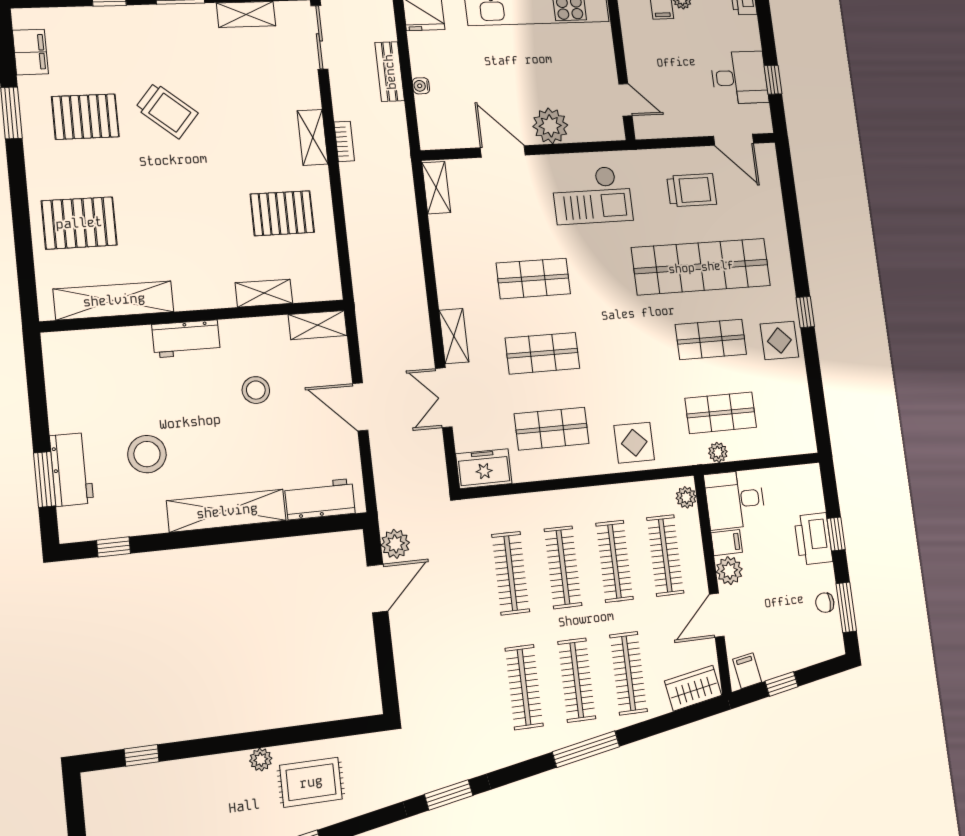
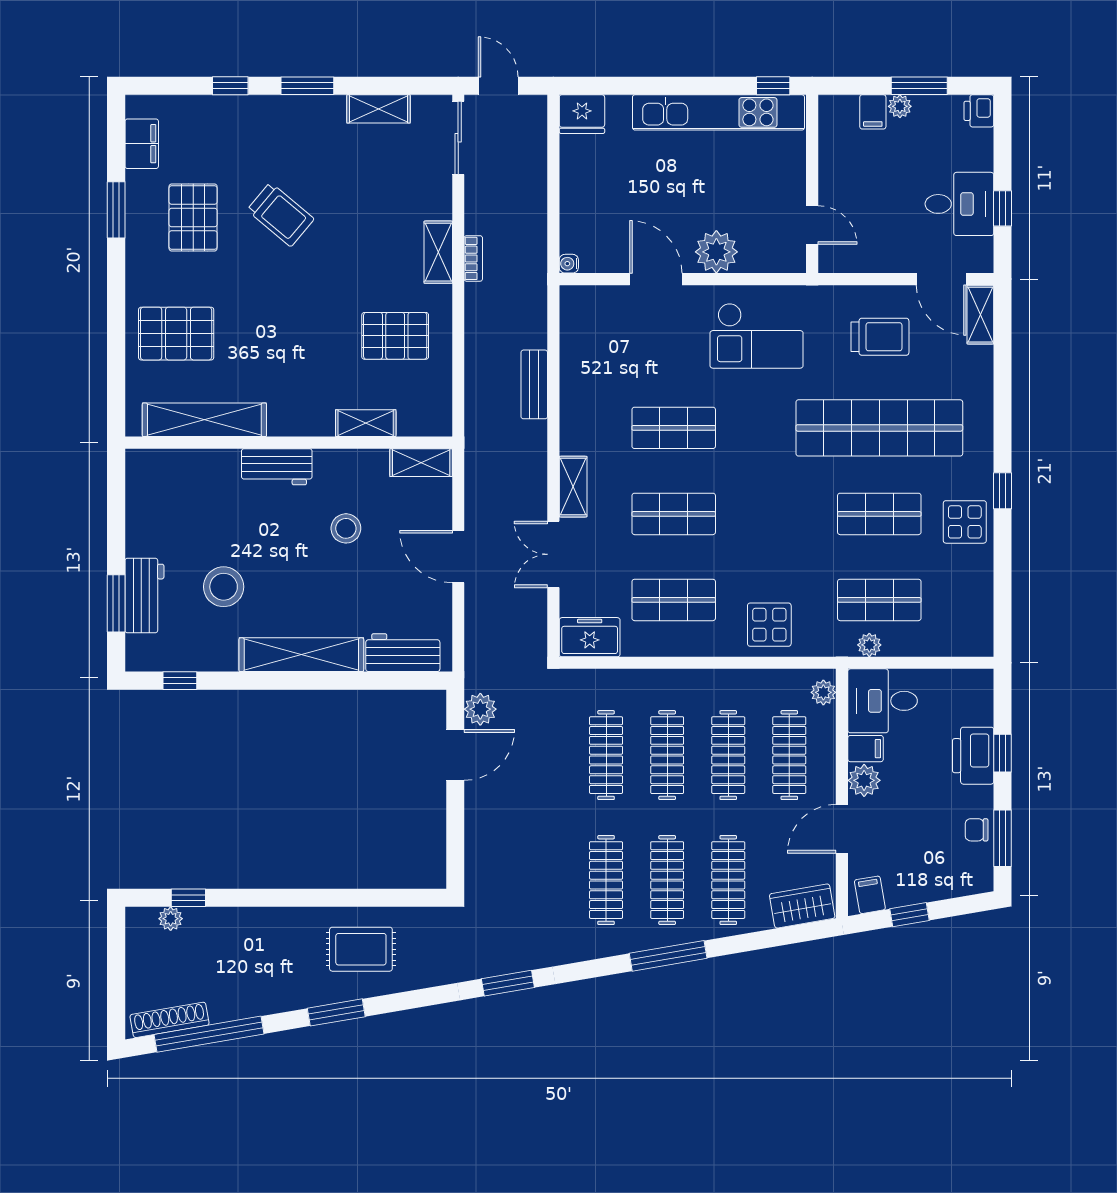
bench: (390, 72) -> (534, 384), moved
water cooler: (421, 86) -> (569, 264), moved
pallet: (85, 117) -> (193, 217), turned 90
shelving: (436, 188) -> (980, 315), moved
plant: (261, 760) -> (171, 919), moved

